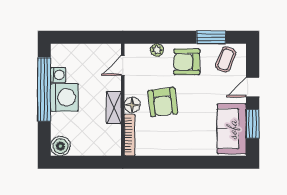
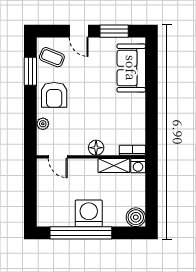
washing machine: (58, 75) -> (138, 166), moved, turned 180
armchair: (163, 102) -> (93, 118), removed
shelving: (114, 107) -> (114, 166), moved
sofa: (232, 129) -> (131, 68), moved, turned 90
bookcase: (130, 135) -> (132, 150), width x0.64

